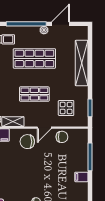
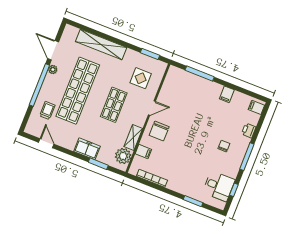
shop shelf: (34, 58) -> (78, 91), width x1.40
door: (44, 128) -> (152, 108), hinge flipped
chair: (62, 137) -> (168, 94), removed
filing cabinet: (81, 177) -> (227, 94), moved

